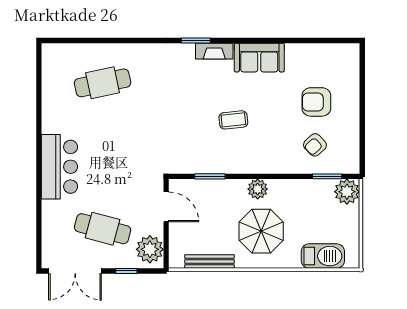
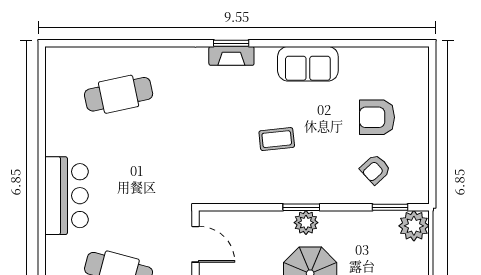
fireplace: (214, 51) -> (231, 56), moved
window: (210, 176) -> (301, 207), moved

